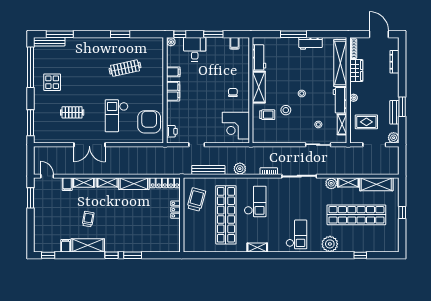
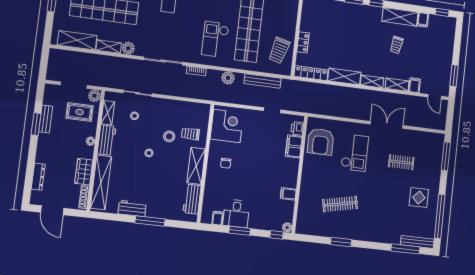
desk: (195, 49) -> (236, 213), moved
filing cabinet: (173, 91) -> (294, 146), moved
plant: (394, 138) -> (94, 96), moved

